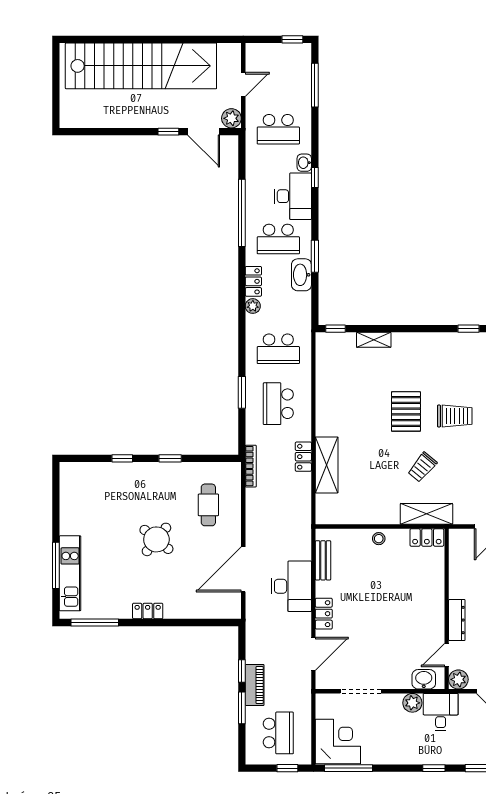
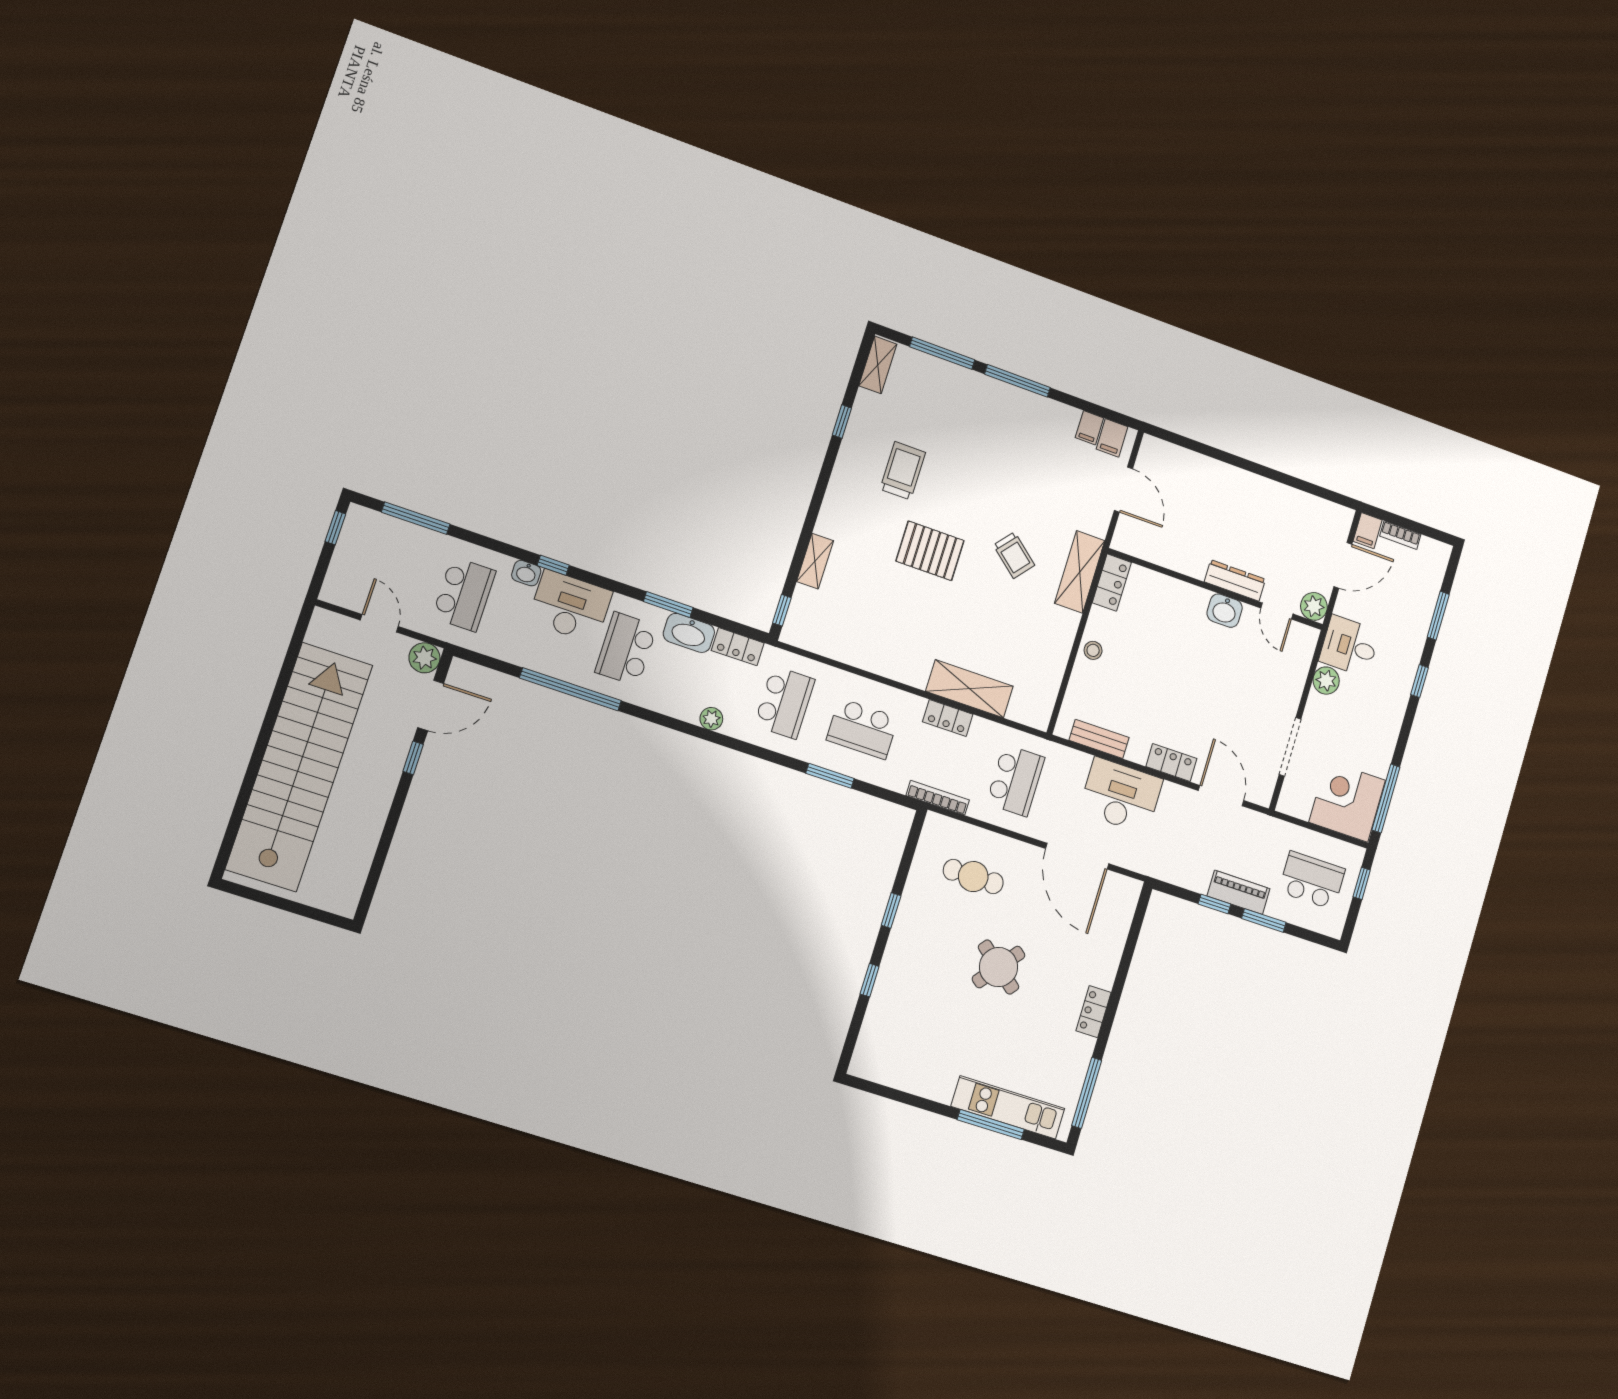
school desk: (278, 239) -> (626, 649), turned 180
locker: (253, 281) -> (738, 647), moved, turned 180
trolley: (455, 416) -> (903, 471), moved
school desk: (278, 513) -> (1016, 780), added
washbasin: (424, 679) -> (1225, 611), moved, turned -90

